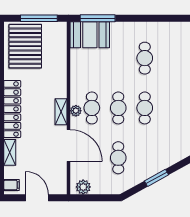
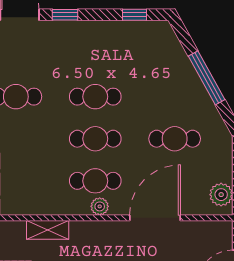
shelving: (61, 112) -> (48, 230), moved
window: (156, 178) -> (207, 78), width x1.44

